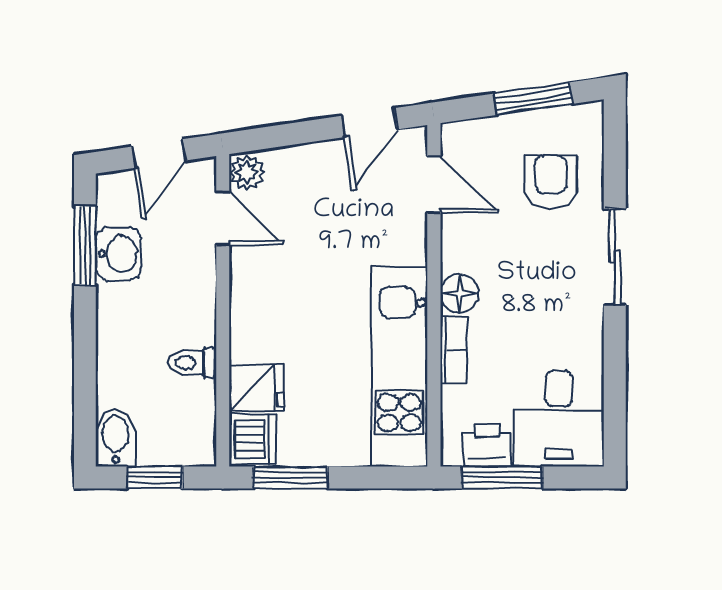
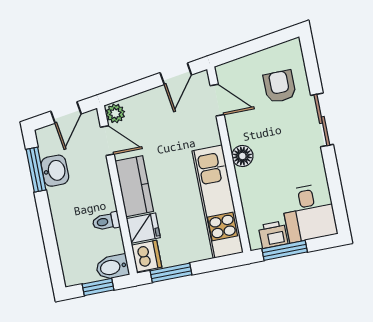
window: (533, 99) -> (261, 44), removed
kitchen counter: (255, 309) -> (134, 186), added
bookcase: (454, 350) -> (245, 187), removed
bidet: (116, 438) -> (112, 267), moved, turned -90

